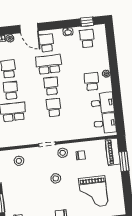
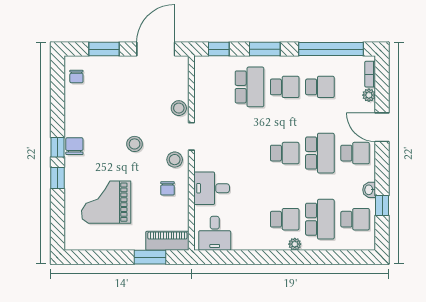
window: (87, 22) -> (382, 206), moved
door: (29, 28) -> (382, 127), hinge flipped
desk: (102, 103) -> (212, 188), moved, turned 90
school desk: (54, 107) -> (320, 219), moved, width x1.85
stool: (19, 161) -> (179, 108), moved

